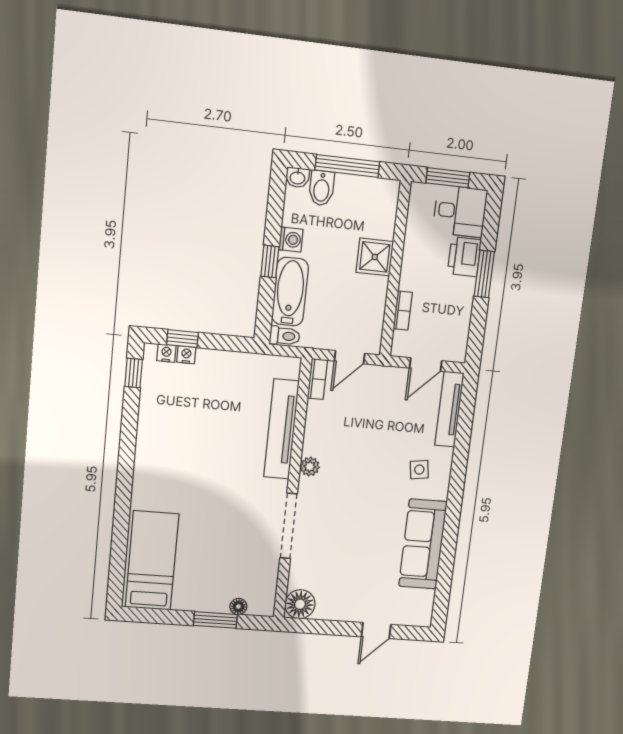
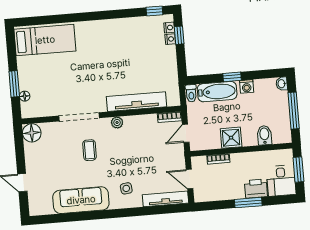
bidet: (322, 188) -> (264, 135), moved, turned 90
shower: (375, 257) -> (231, 138), moved
door: (350, 357) -> (186, 133), hinge flipped
coffee table: (346, 518) -> (90, 150), added

